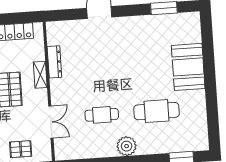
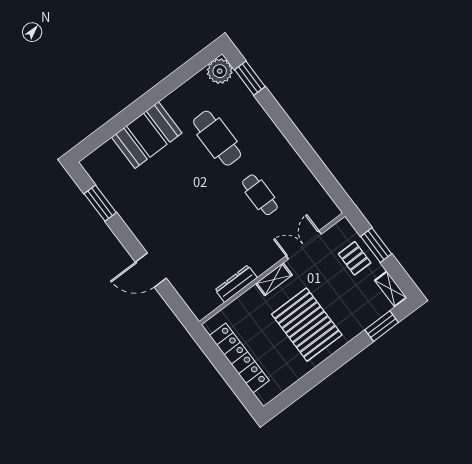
shelving: (40, 75) -> (274, 279), moved
plant: (127, 146) -> (220, 71), moved

